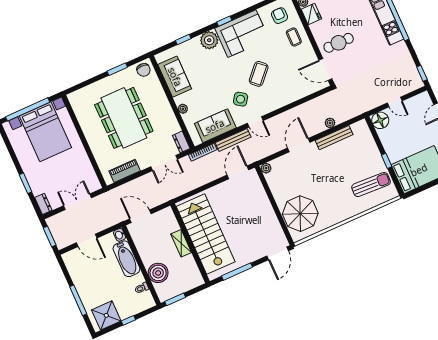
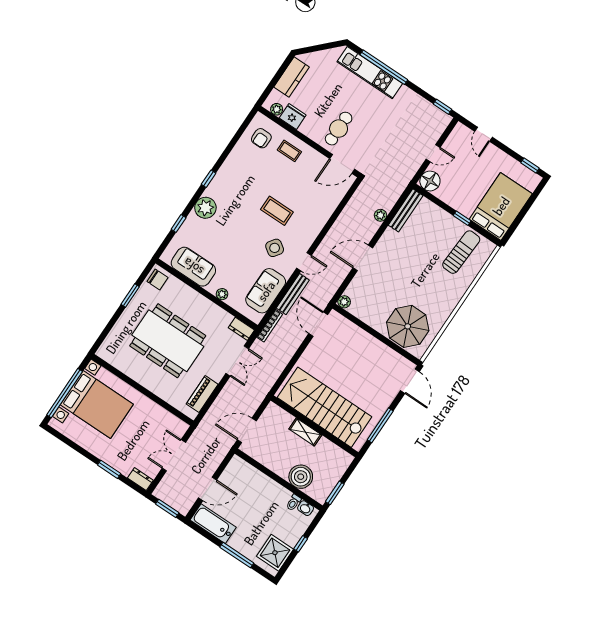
armchair: (280, 16) -> (261, 138), turned -90
corner sofa: (242, 34) -> (234, 180), removed
coffee table: (259, 74) -> (277, 211), turned -43
bench: (334, 138) -> (406, 210), moved
door: (299, 145) -> (363, 258), hinge flipped
washbasin: (120, 235) -> (306, 508), moved
bathtub: (126, 259) -> (213, 524), moved, turned 180

